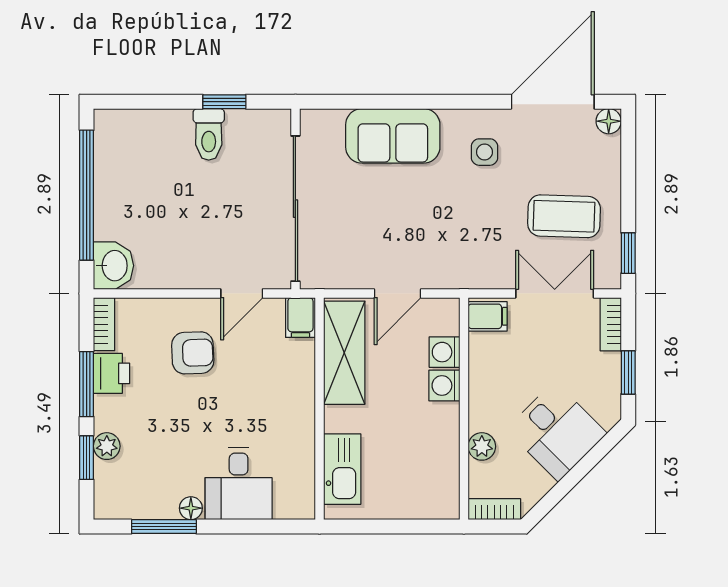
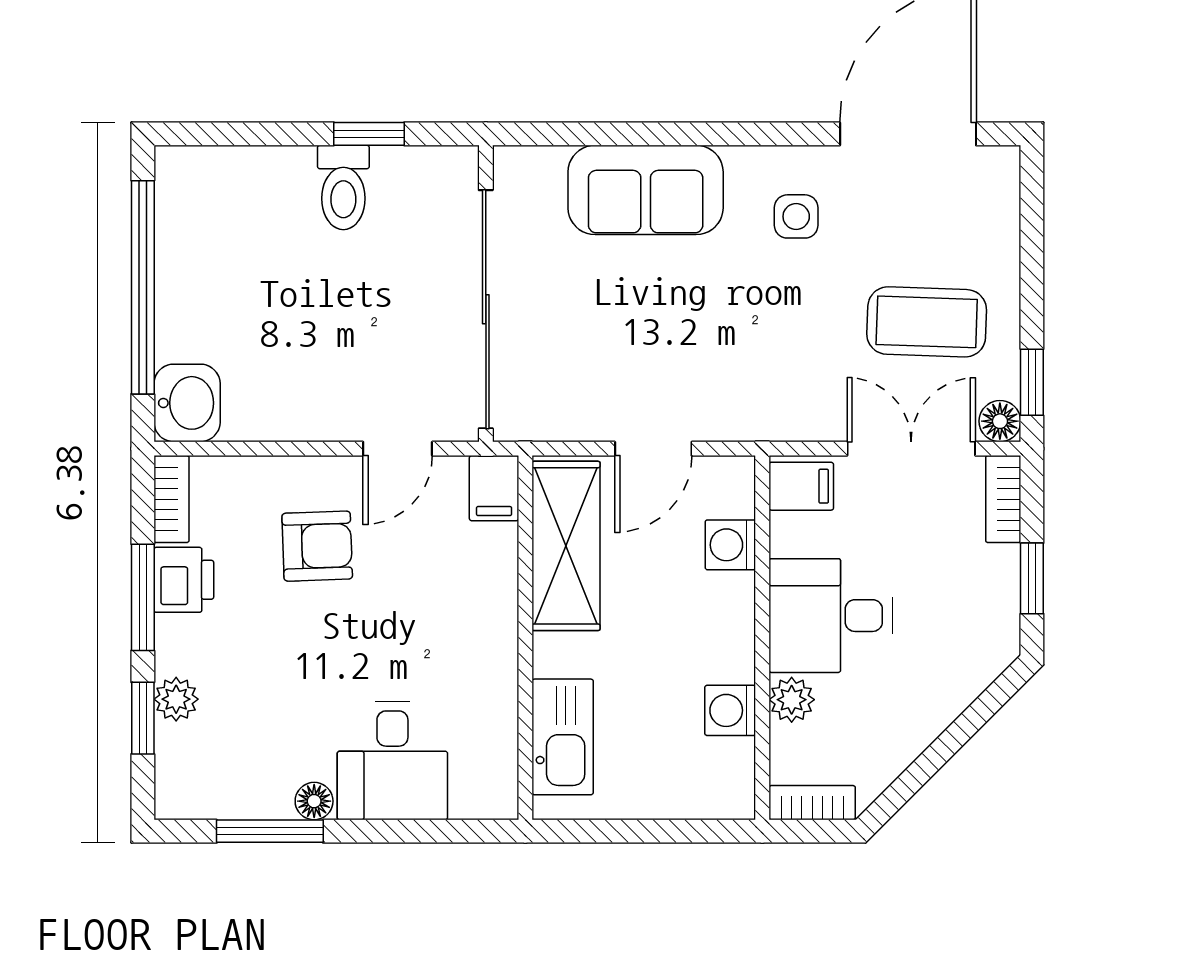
floor lamp: (609, 121) -> (1000, 421), moved
washing machine: (444, 386) -> (730, 710), moved
desk: (556, 431) -> (831, 616), moved, turned 135

